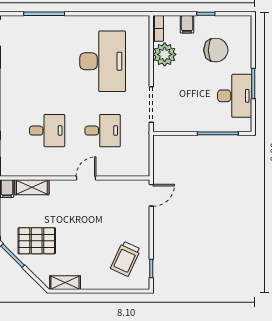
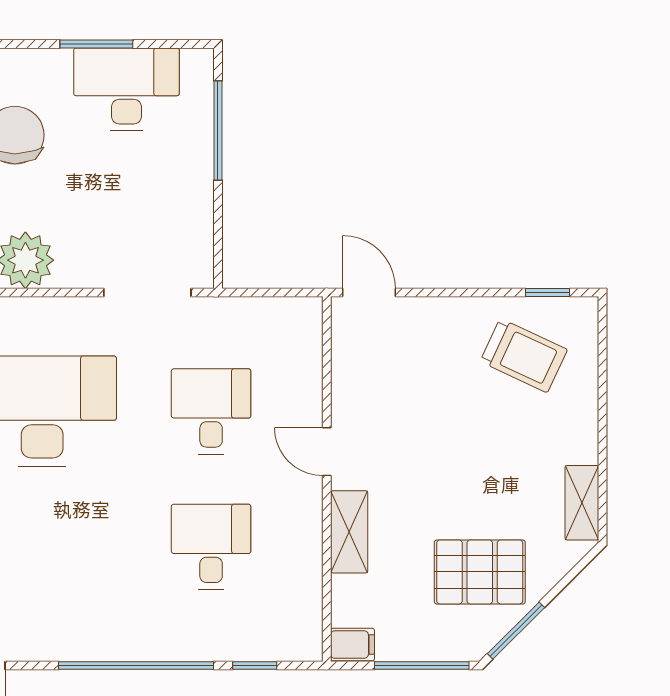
shelving: (32, 187) -> (349, 532), moved
pallet: (37, 241) -> (480, 572), turned 90

